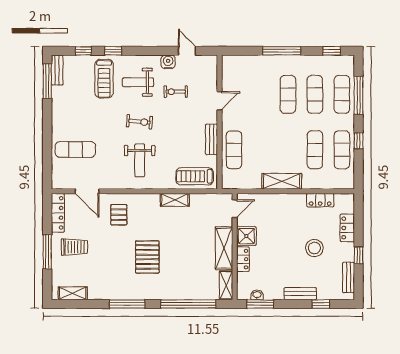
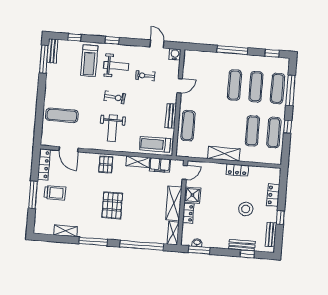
window: (113, 51) -> (112, 40), moved
water cooler: (168, 62) -> (175, 54), moved
weight bench: (138, 82) -> (116, 66), turned 180
locker: (320, 200) -> (237, 170), moved
filing cabinet: (203, 202) -> (160, 165), added
pallet: (119, 215) -> (106, 164), moved
shelving: (73, 293) -> (66, 231), moved
bench: (300, 294) -> (242, 245), moved

